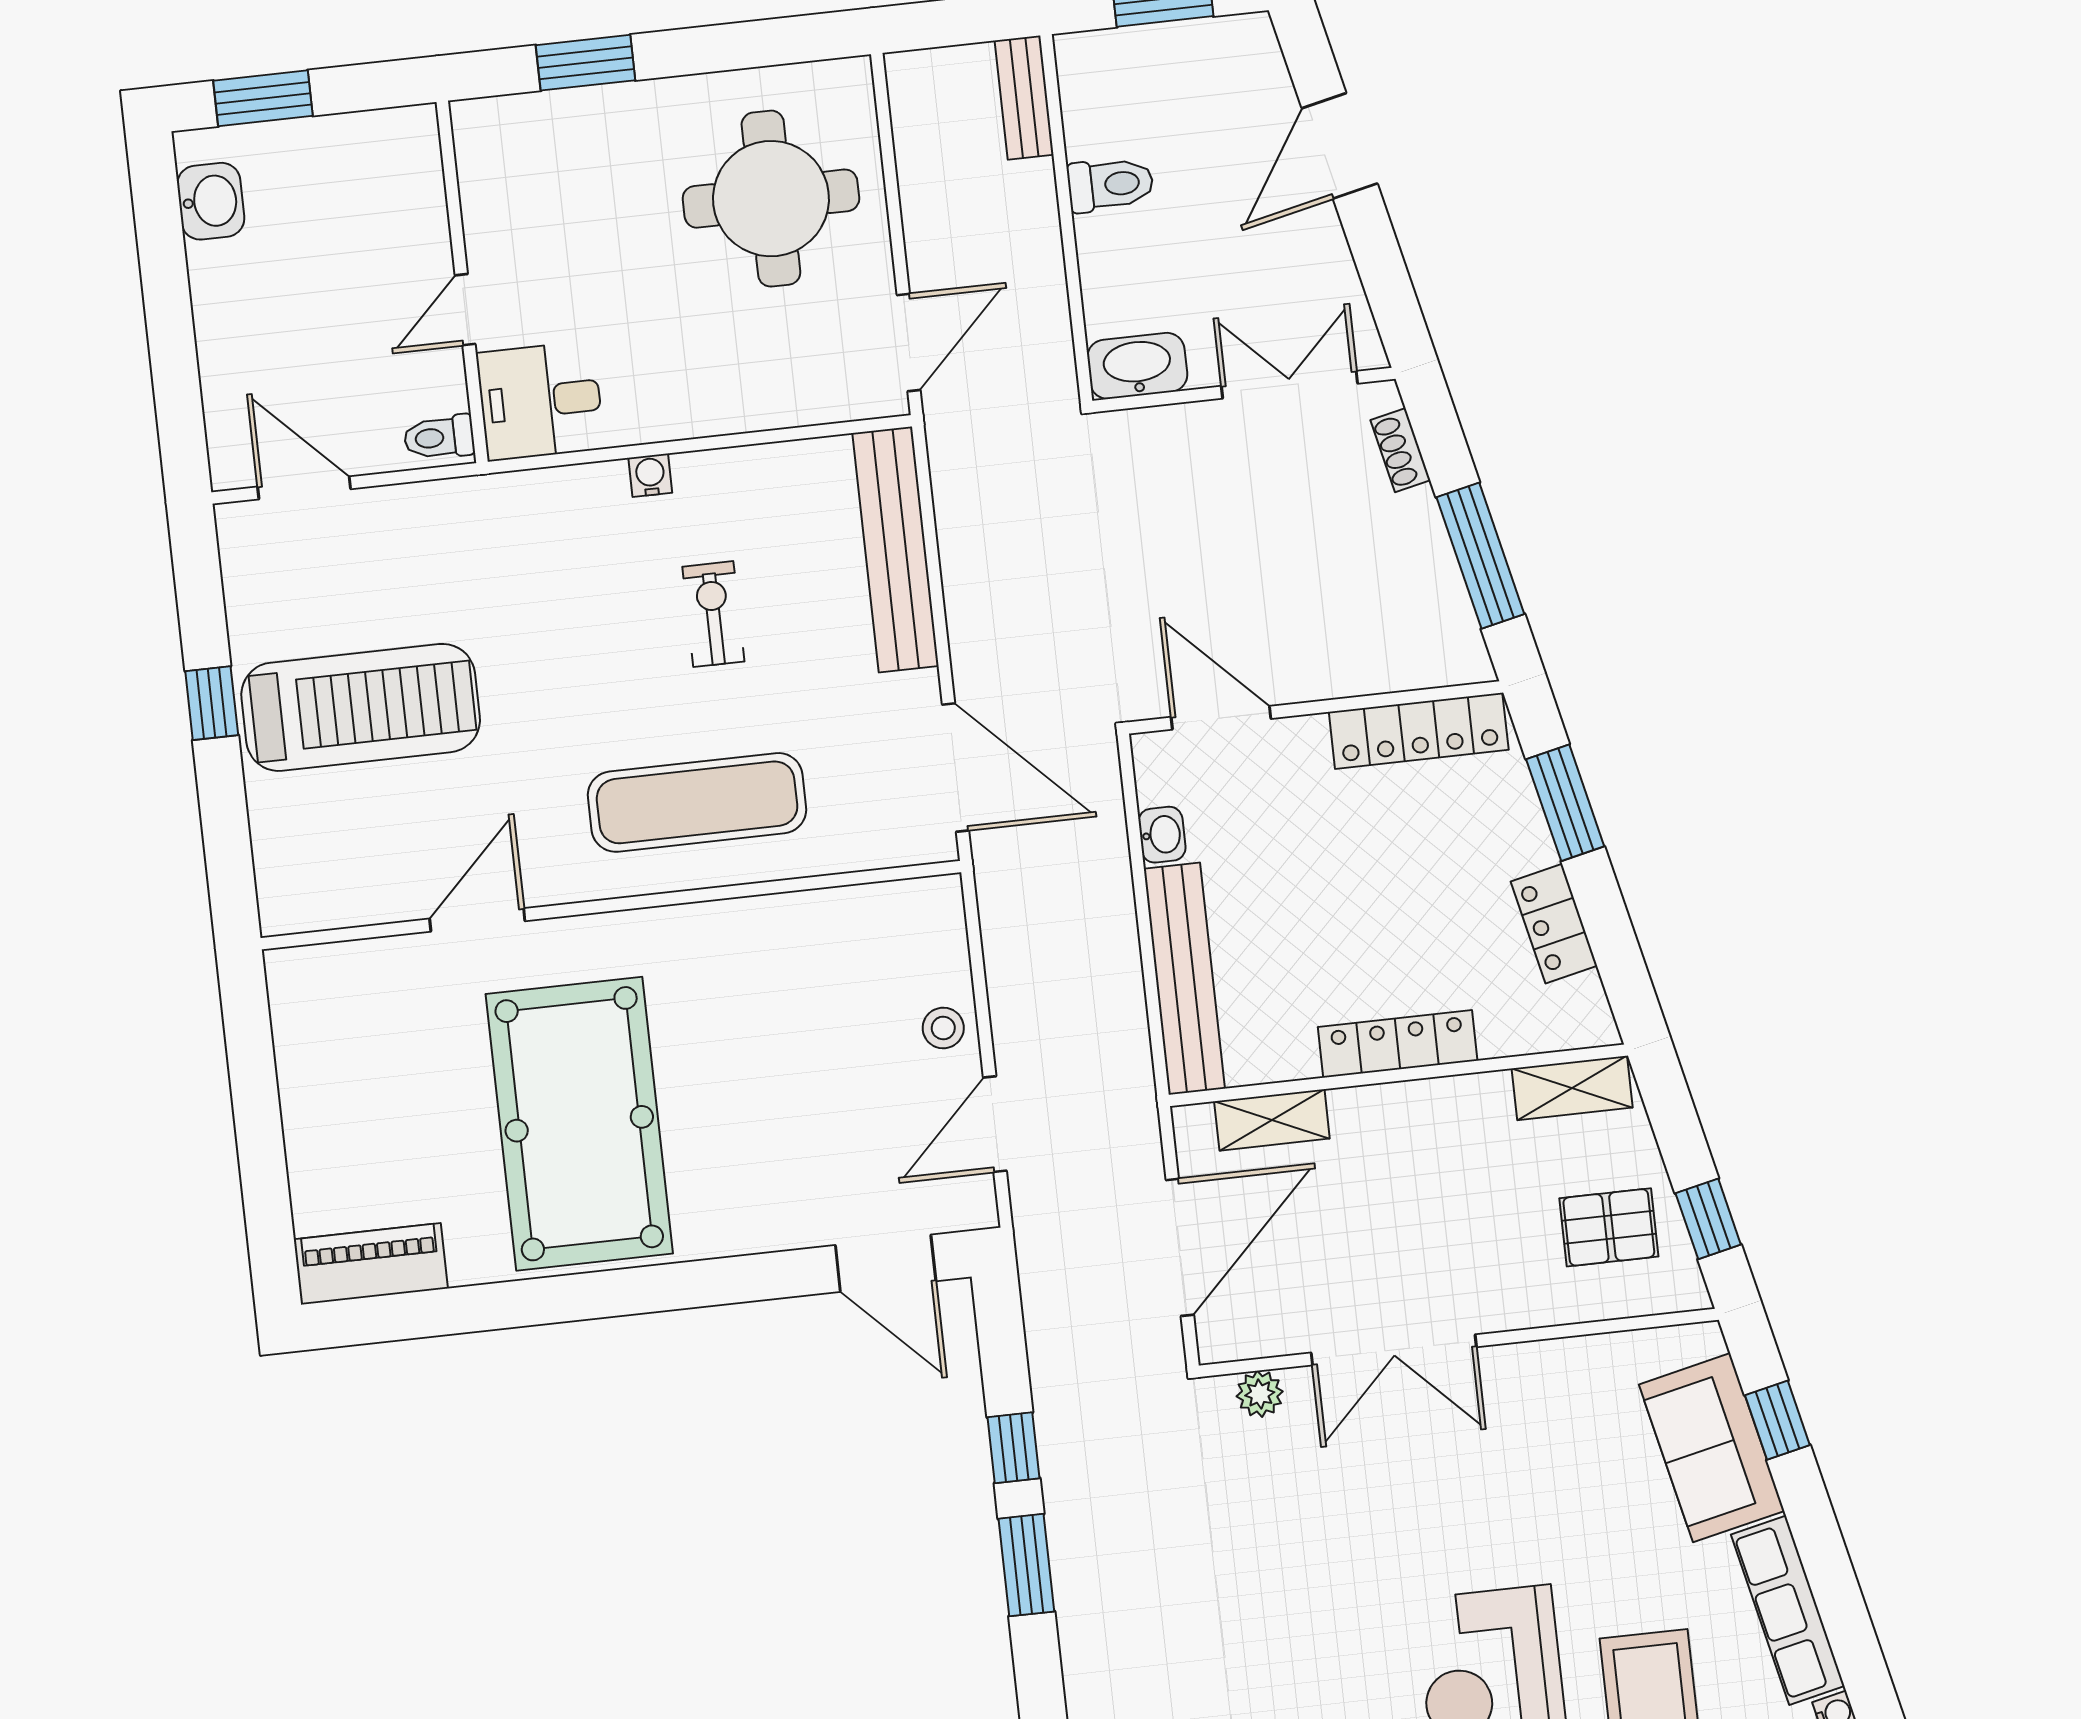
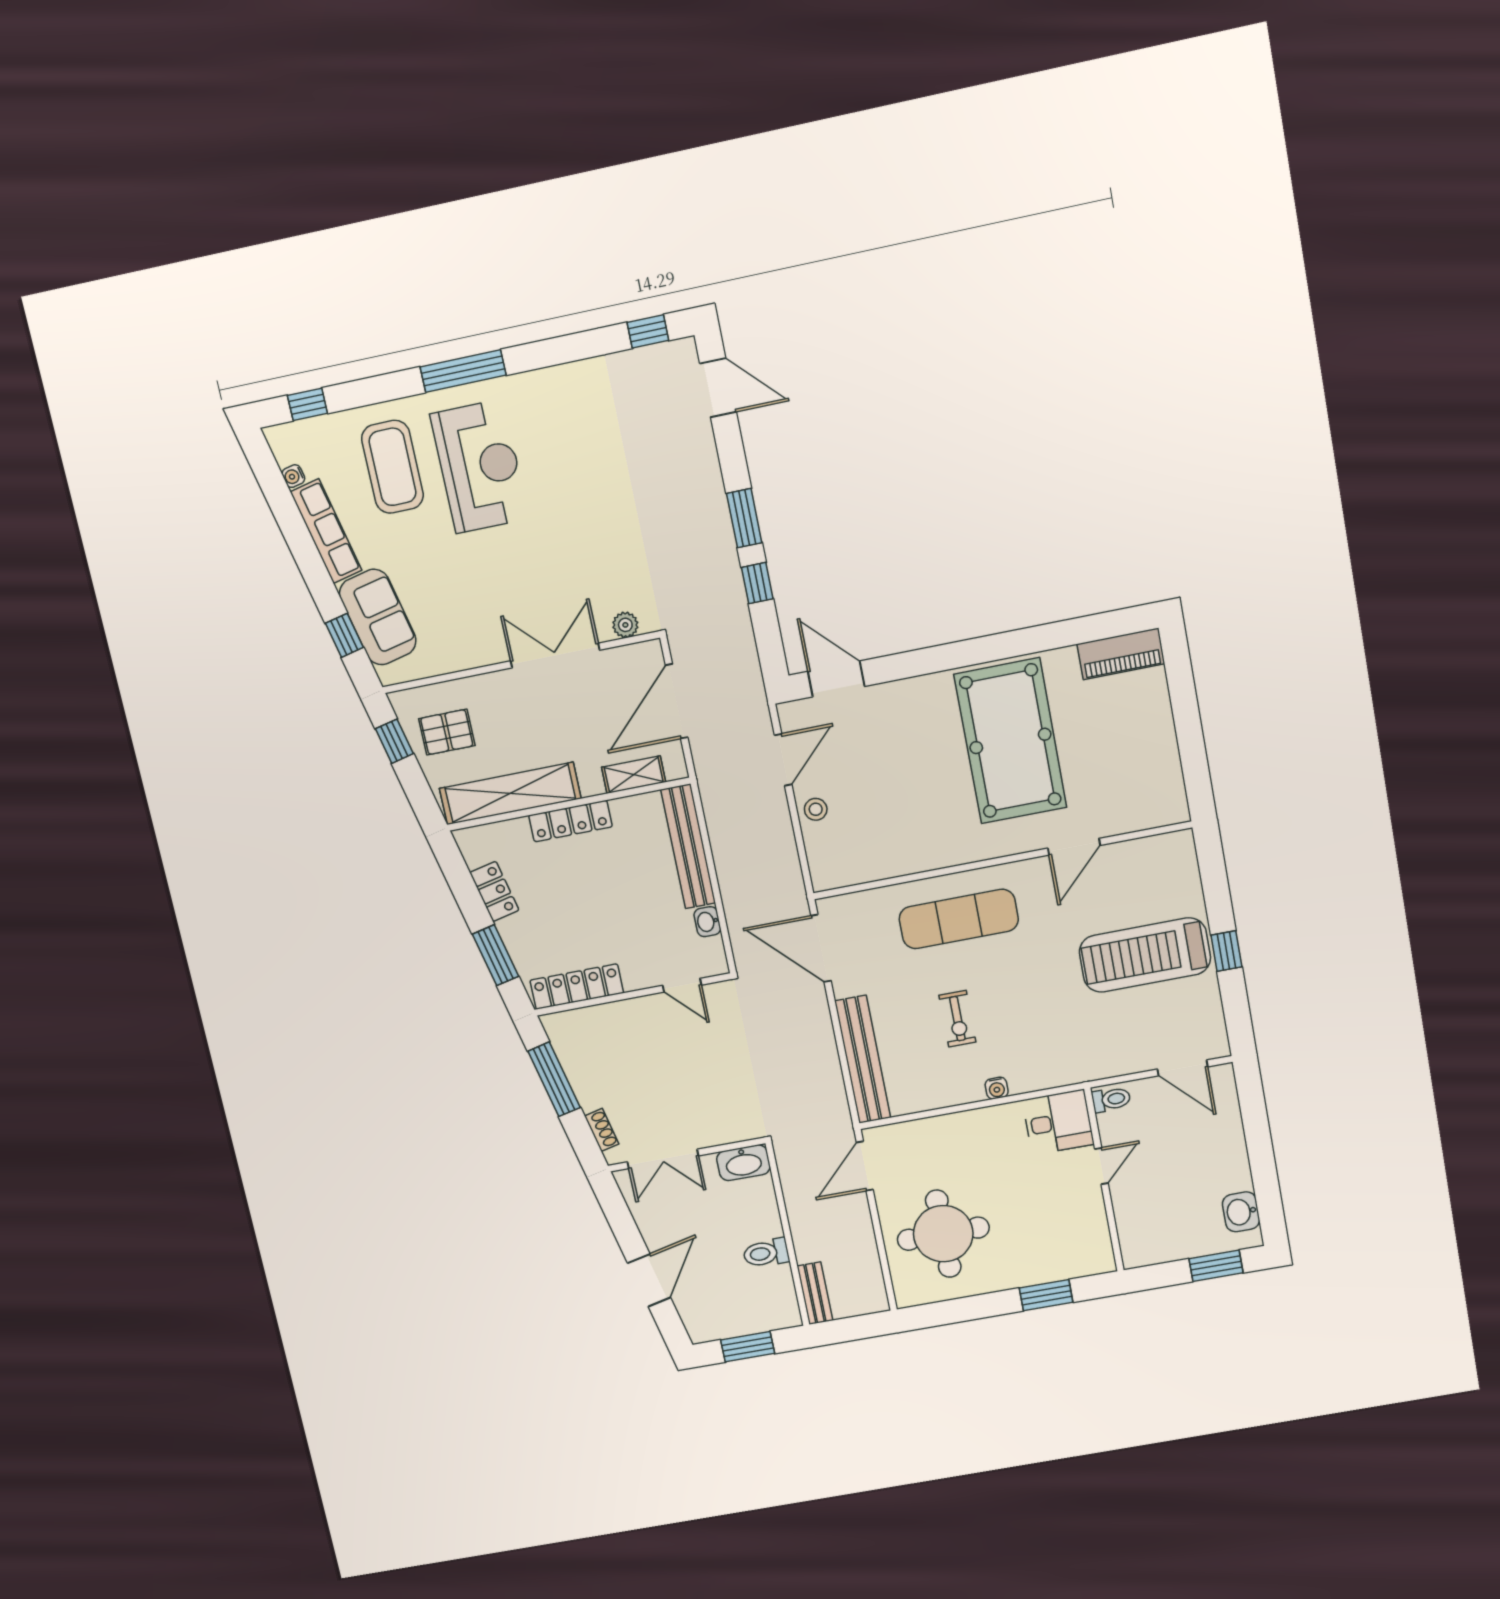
door: (1221, 718) -> (682, 985), width x0.73
shelving: (1572, 1088) -> (510, 793), width x2.20, depth x1.33

